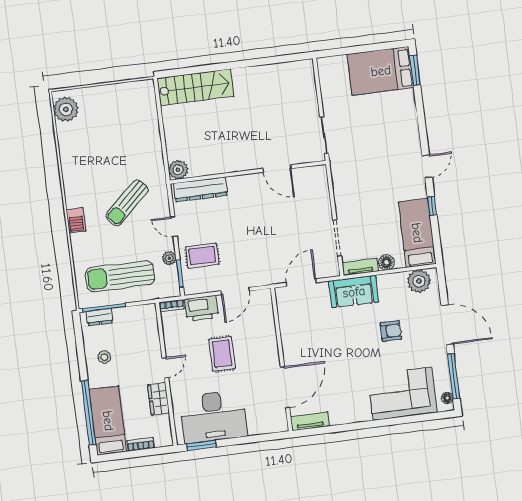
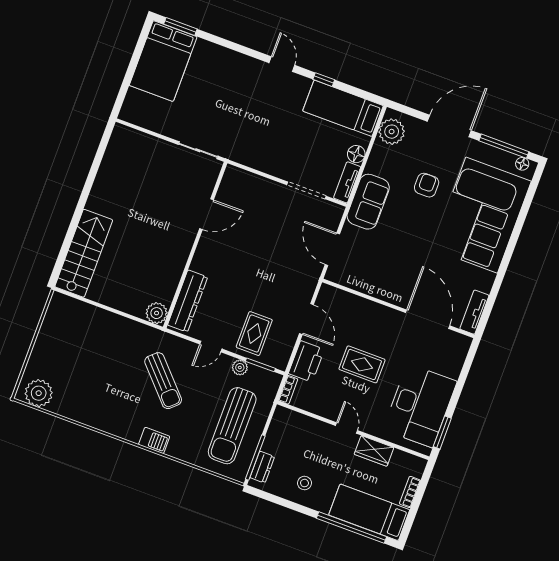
corner sofa: (402, 394) -> (482, 215), width x1.36, depth x1.36

